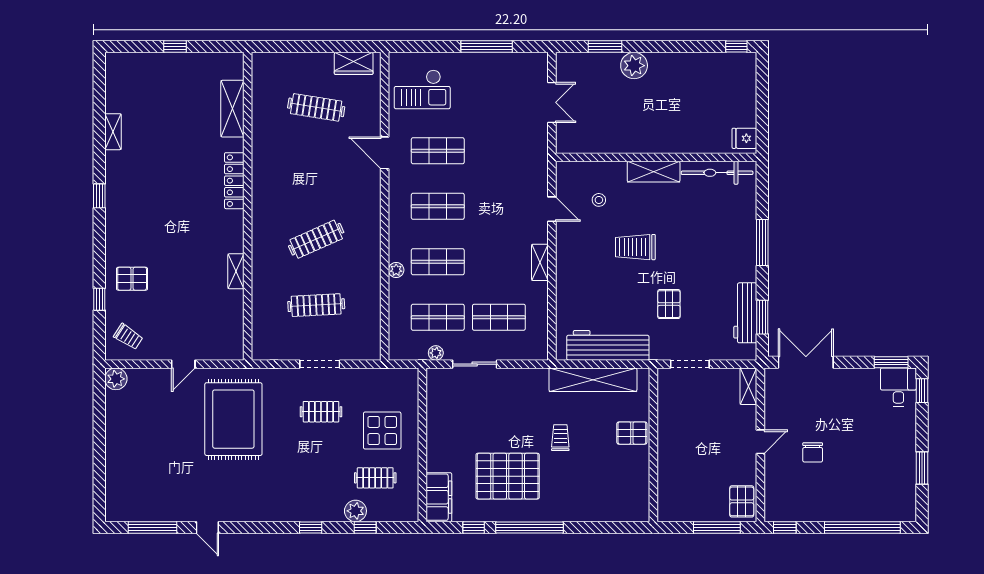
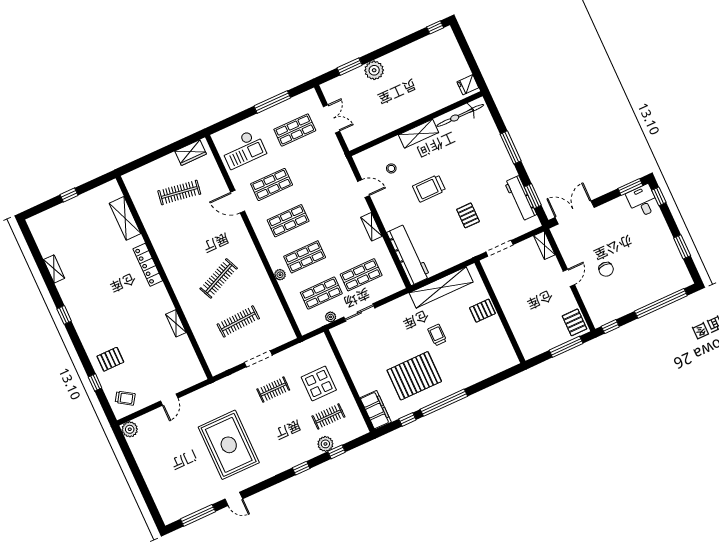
shop shelf: (499, 95) -> (295, 130), added
workbench: (608, 345) -> (408, 255), moved, turned 90
rug: (233, 419) -> (229, 445), moved

